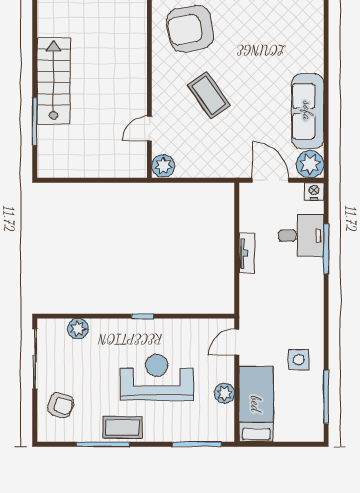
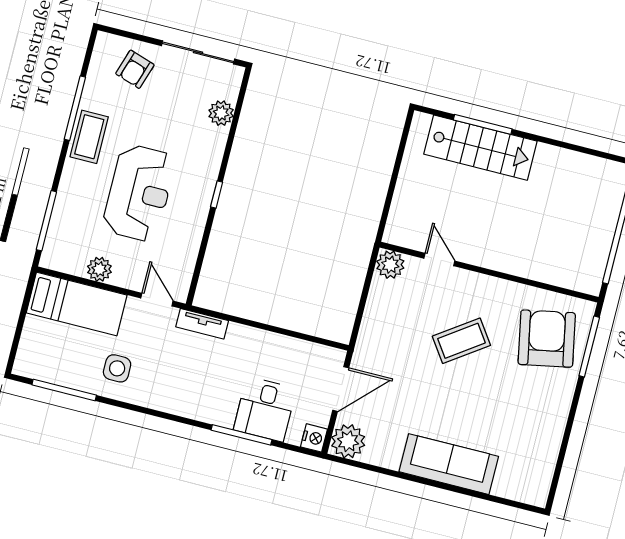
stairs: (53, 81) -> (480, 148), moved
sofa: (308, 111) -> (449, 464), moved
tv unit: (247, 253) -> (202, 324), moved

